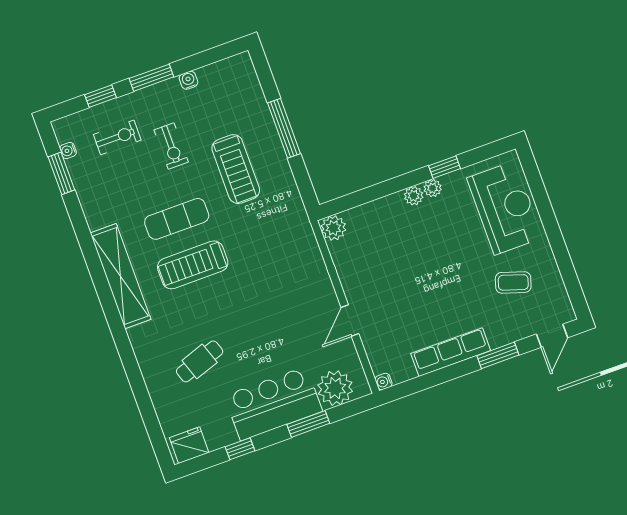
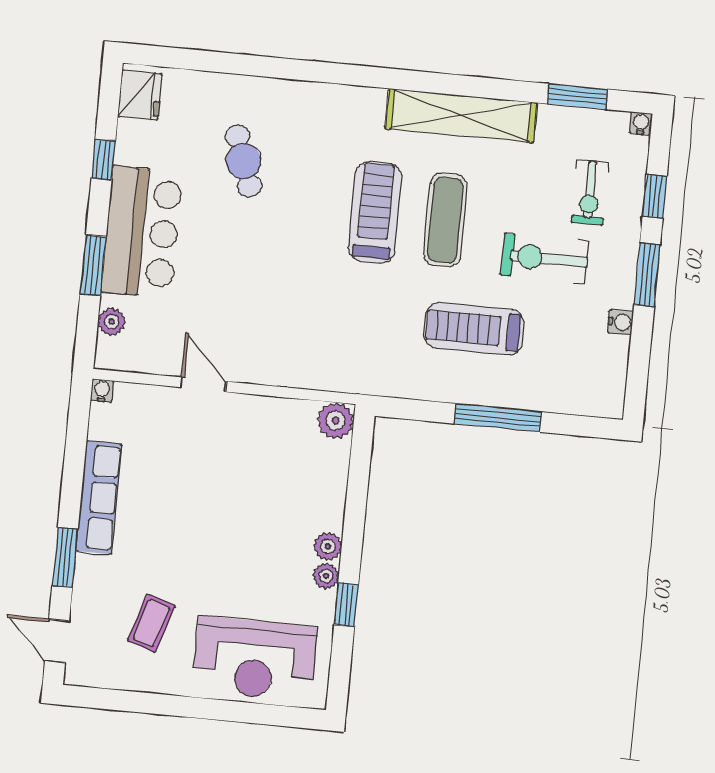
exercise bike: (171, 146) -> (545, 258), width x1.38, depth x1.39
water cooler: (68, 150) -> (641, 123), moved
shelving: (121, 276) -> (461, 116), moved
plant: (335, 388) -> (112, 322), width x0.53, depth x0.53

